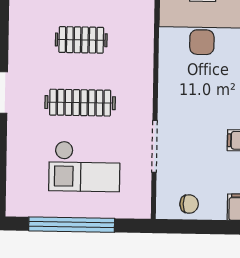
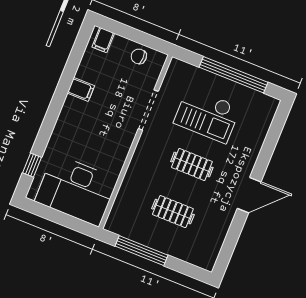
clothes rail: (80, 103) -> (192, 164), width x0.73
checkout: (84, 166) -> (207, 115), turned 180

